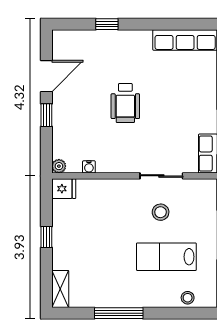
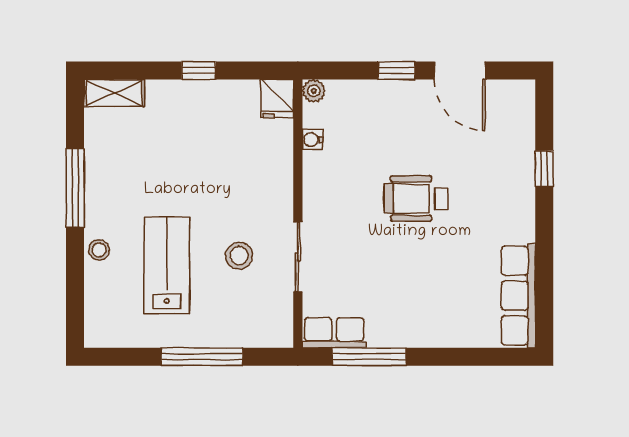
stool: (188, 298) -> (99, 250), moved

